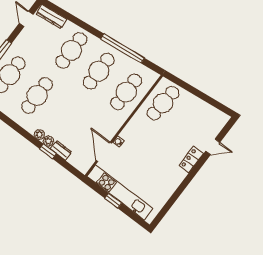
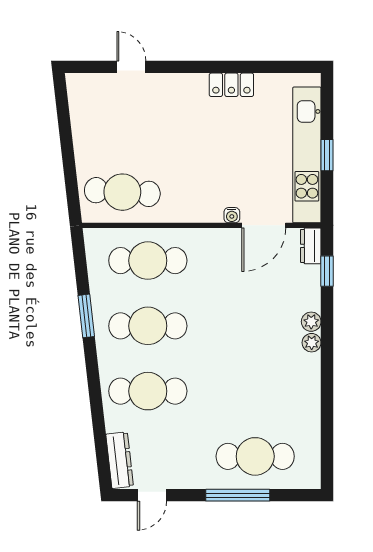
window: (122, 48) -> (86, 316), width x0.47
cafe table: (37, 95) -> (255, 391), removed
dresser: (61, 150) -> (311, 246), moved
window: (48, 151) -> (327, 271), moved
locker: (191, 160) -> (231, 85), moved

